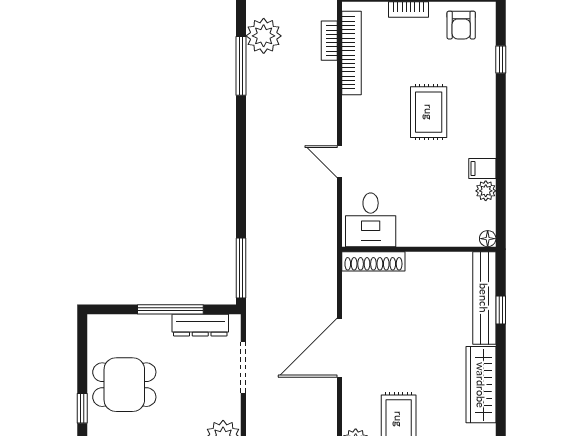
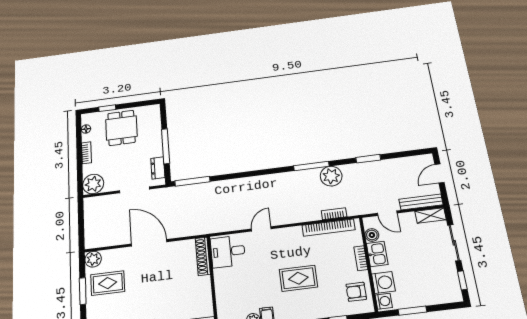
dresser: (200, 325) -> (158, 168), width x0.70

